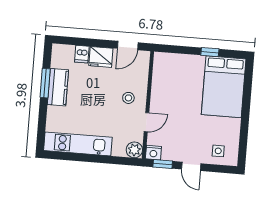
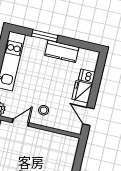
window: (45, 83) -> (45, 36), moved
door: (146, 122) -> (21, 123), swing flipped

